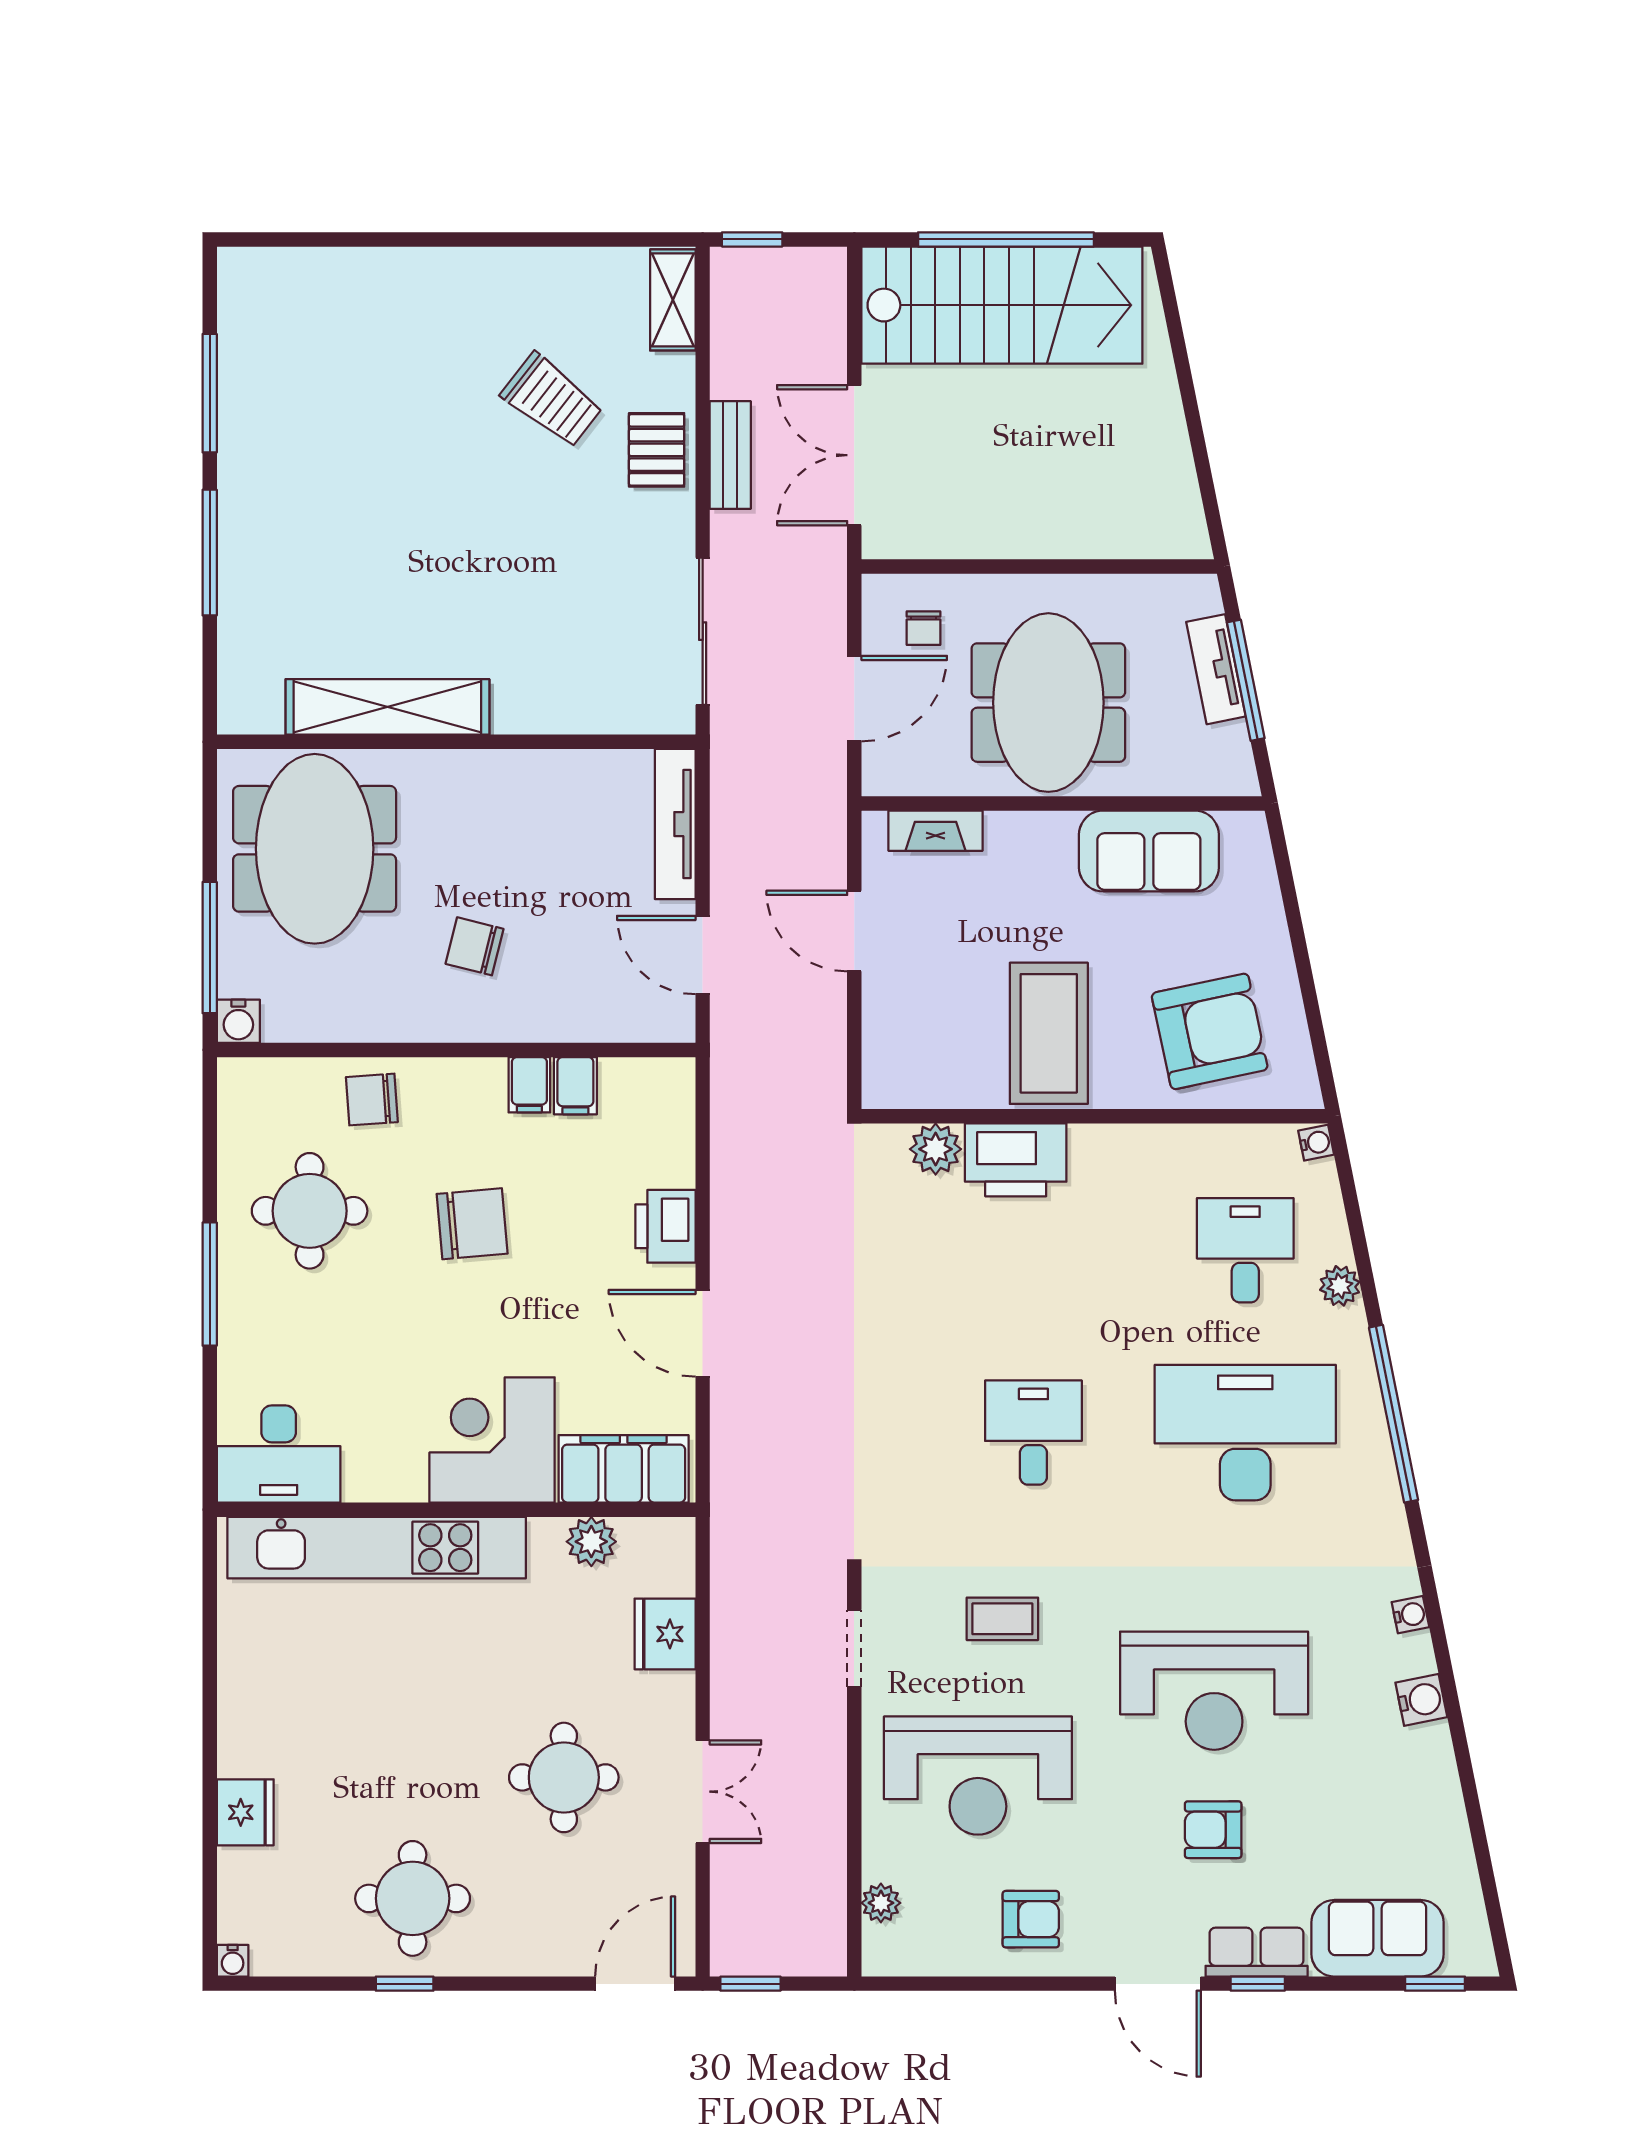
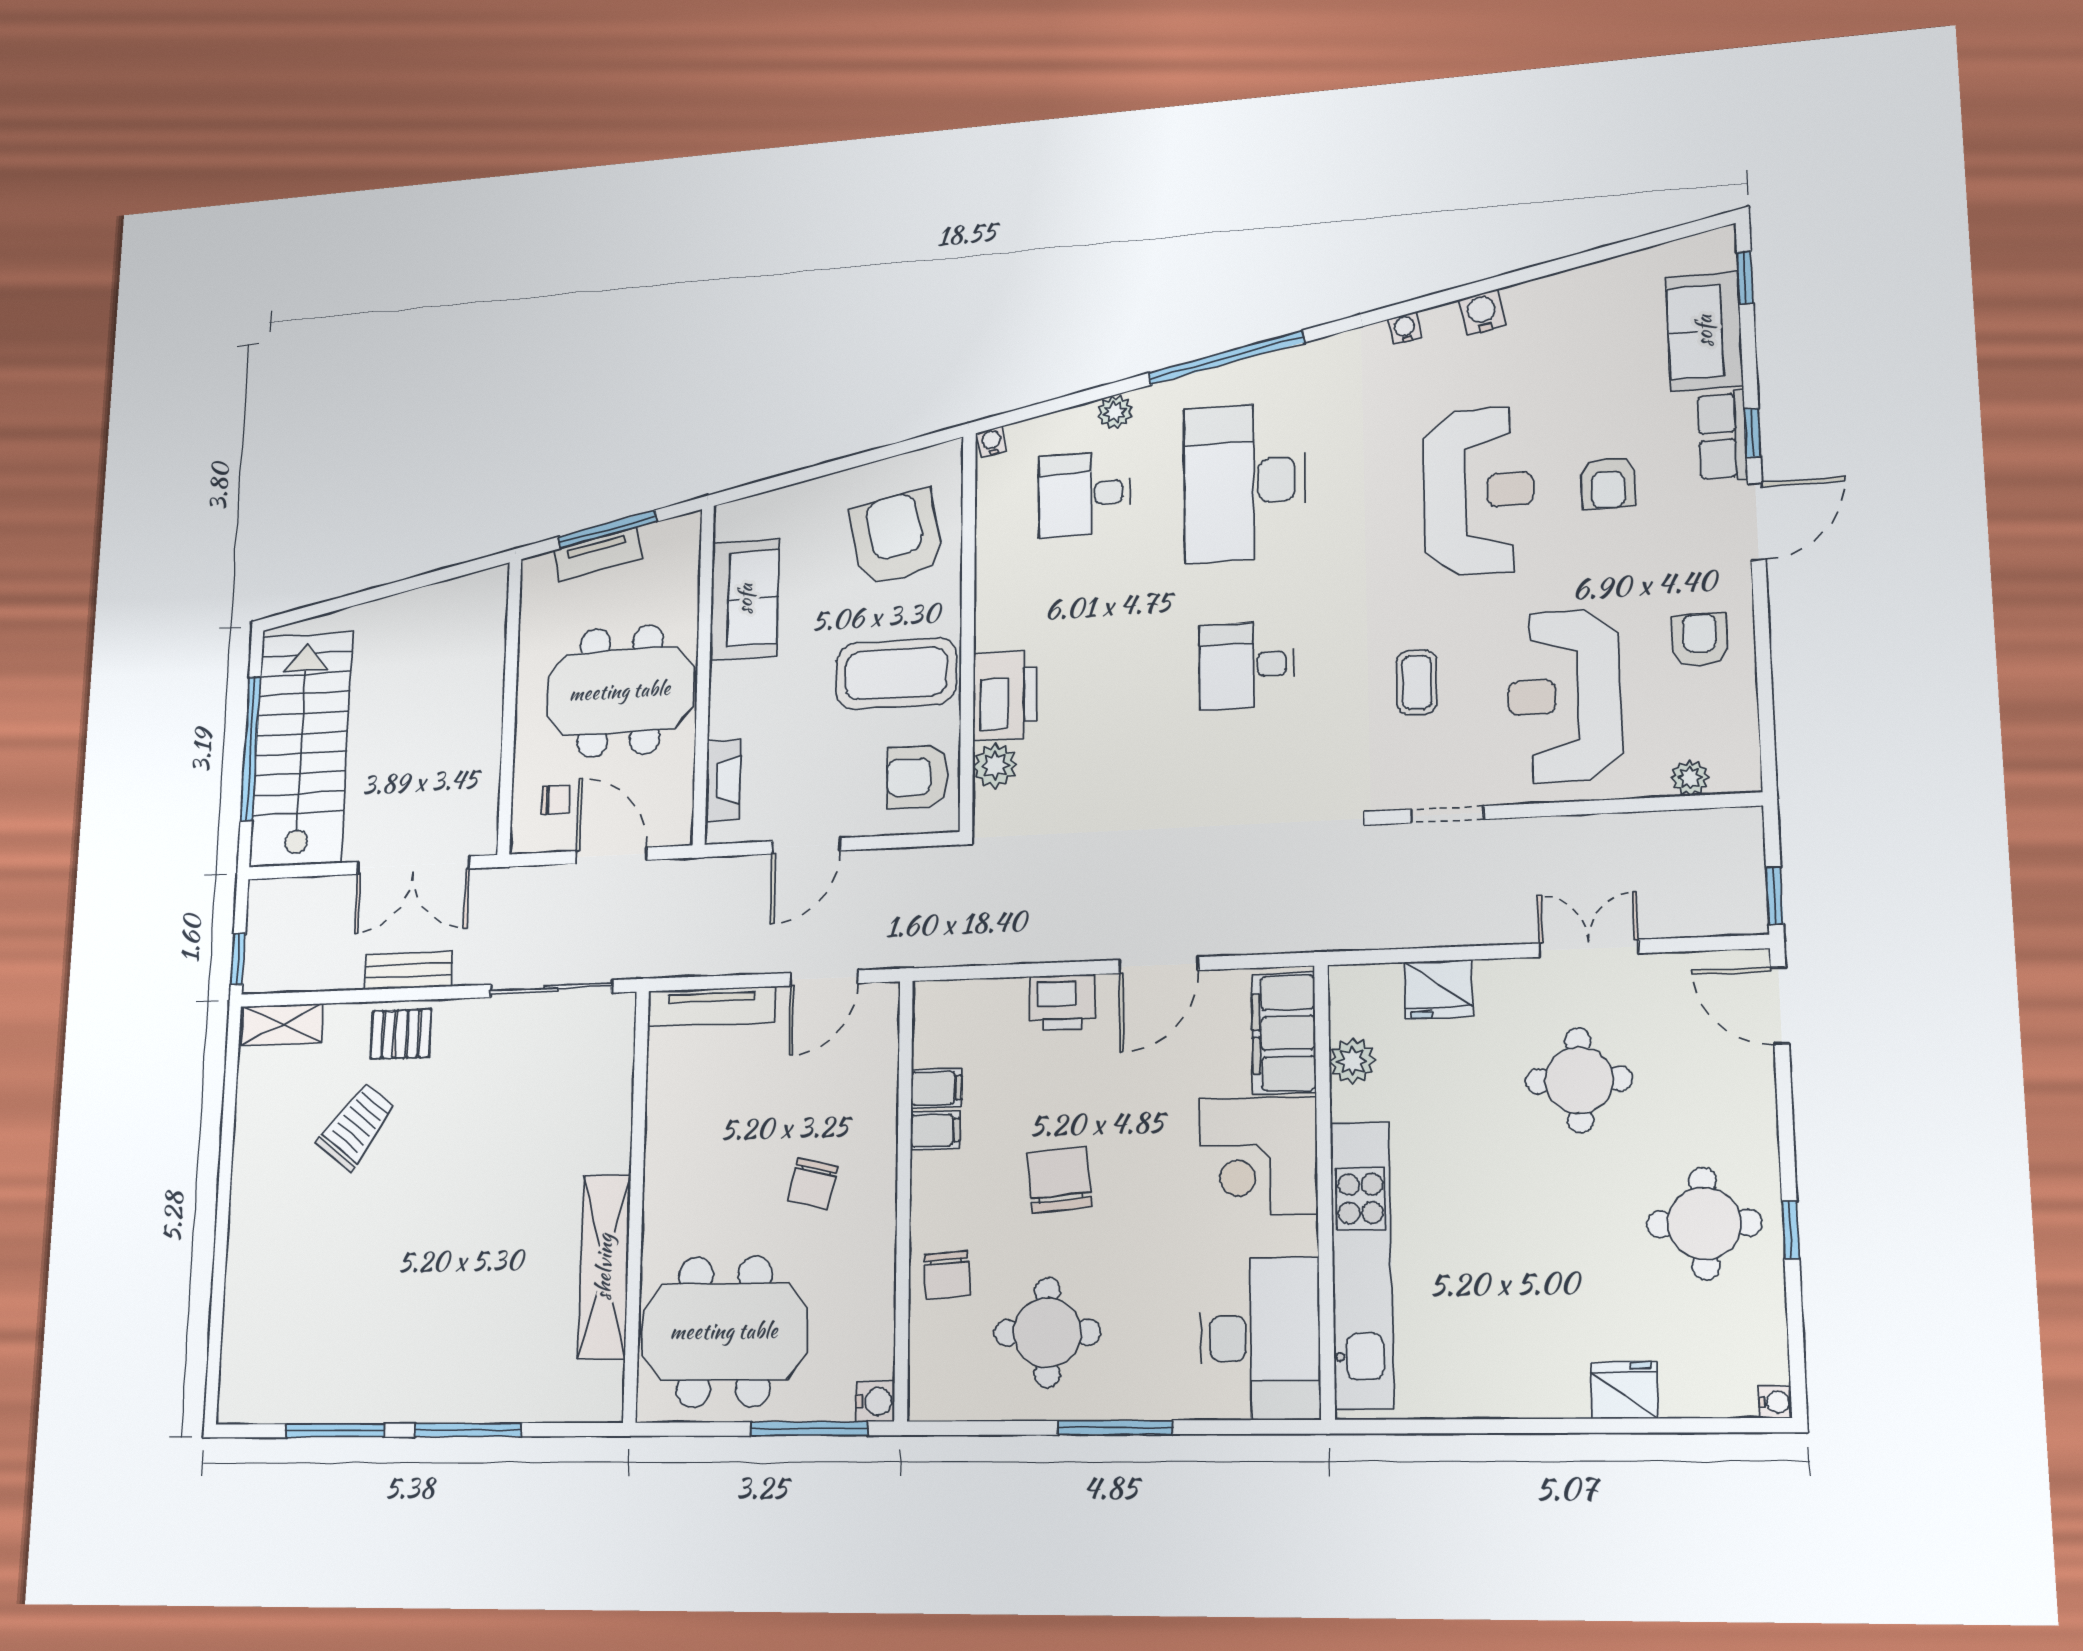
armchair: (927, 1060) -> (917, 777), added
desk: (279, 1454) -> (1260, 1338), width x1.36, depth x1.30
reception desk: (978, 1776) -> (1564, 696), turned 180

